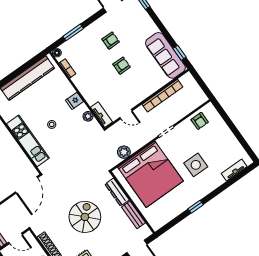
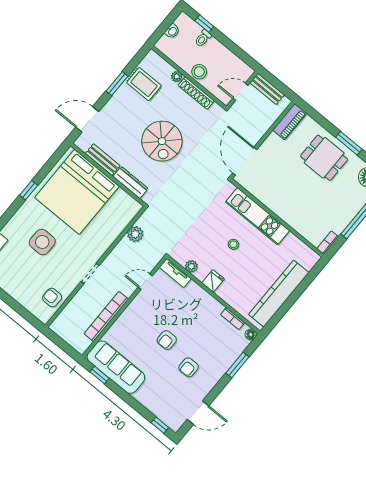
bed: (151, 174) -> (77, 192), moved, turned -90

